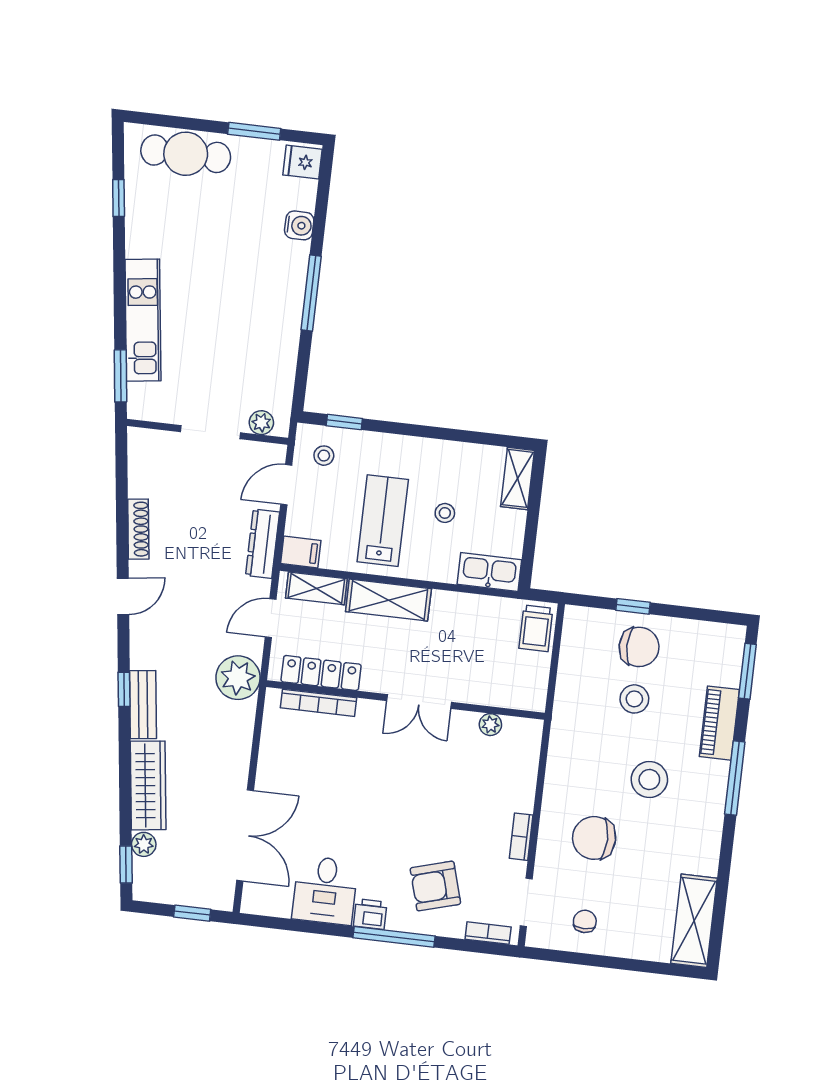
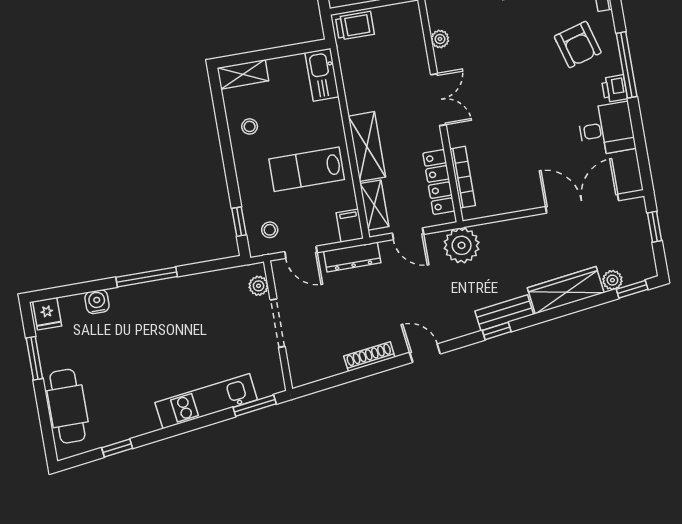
stool: (445, 513) -> (250, 126), moved

